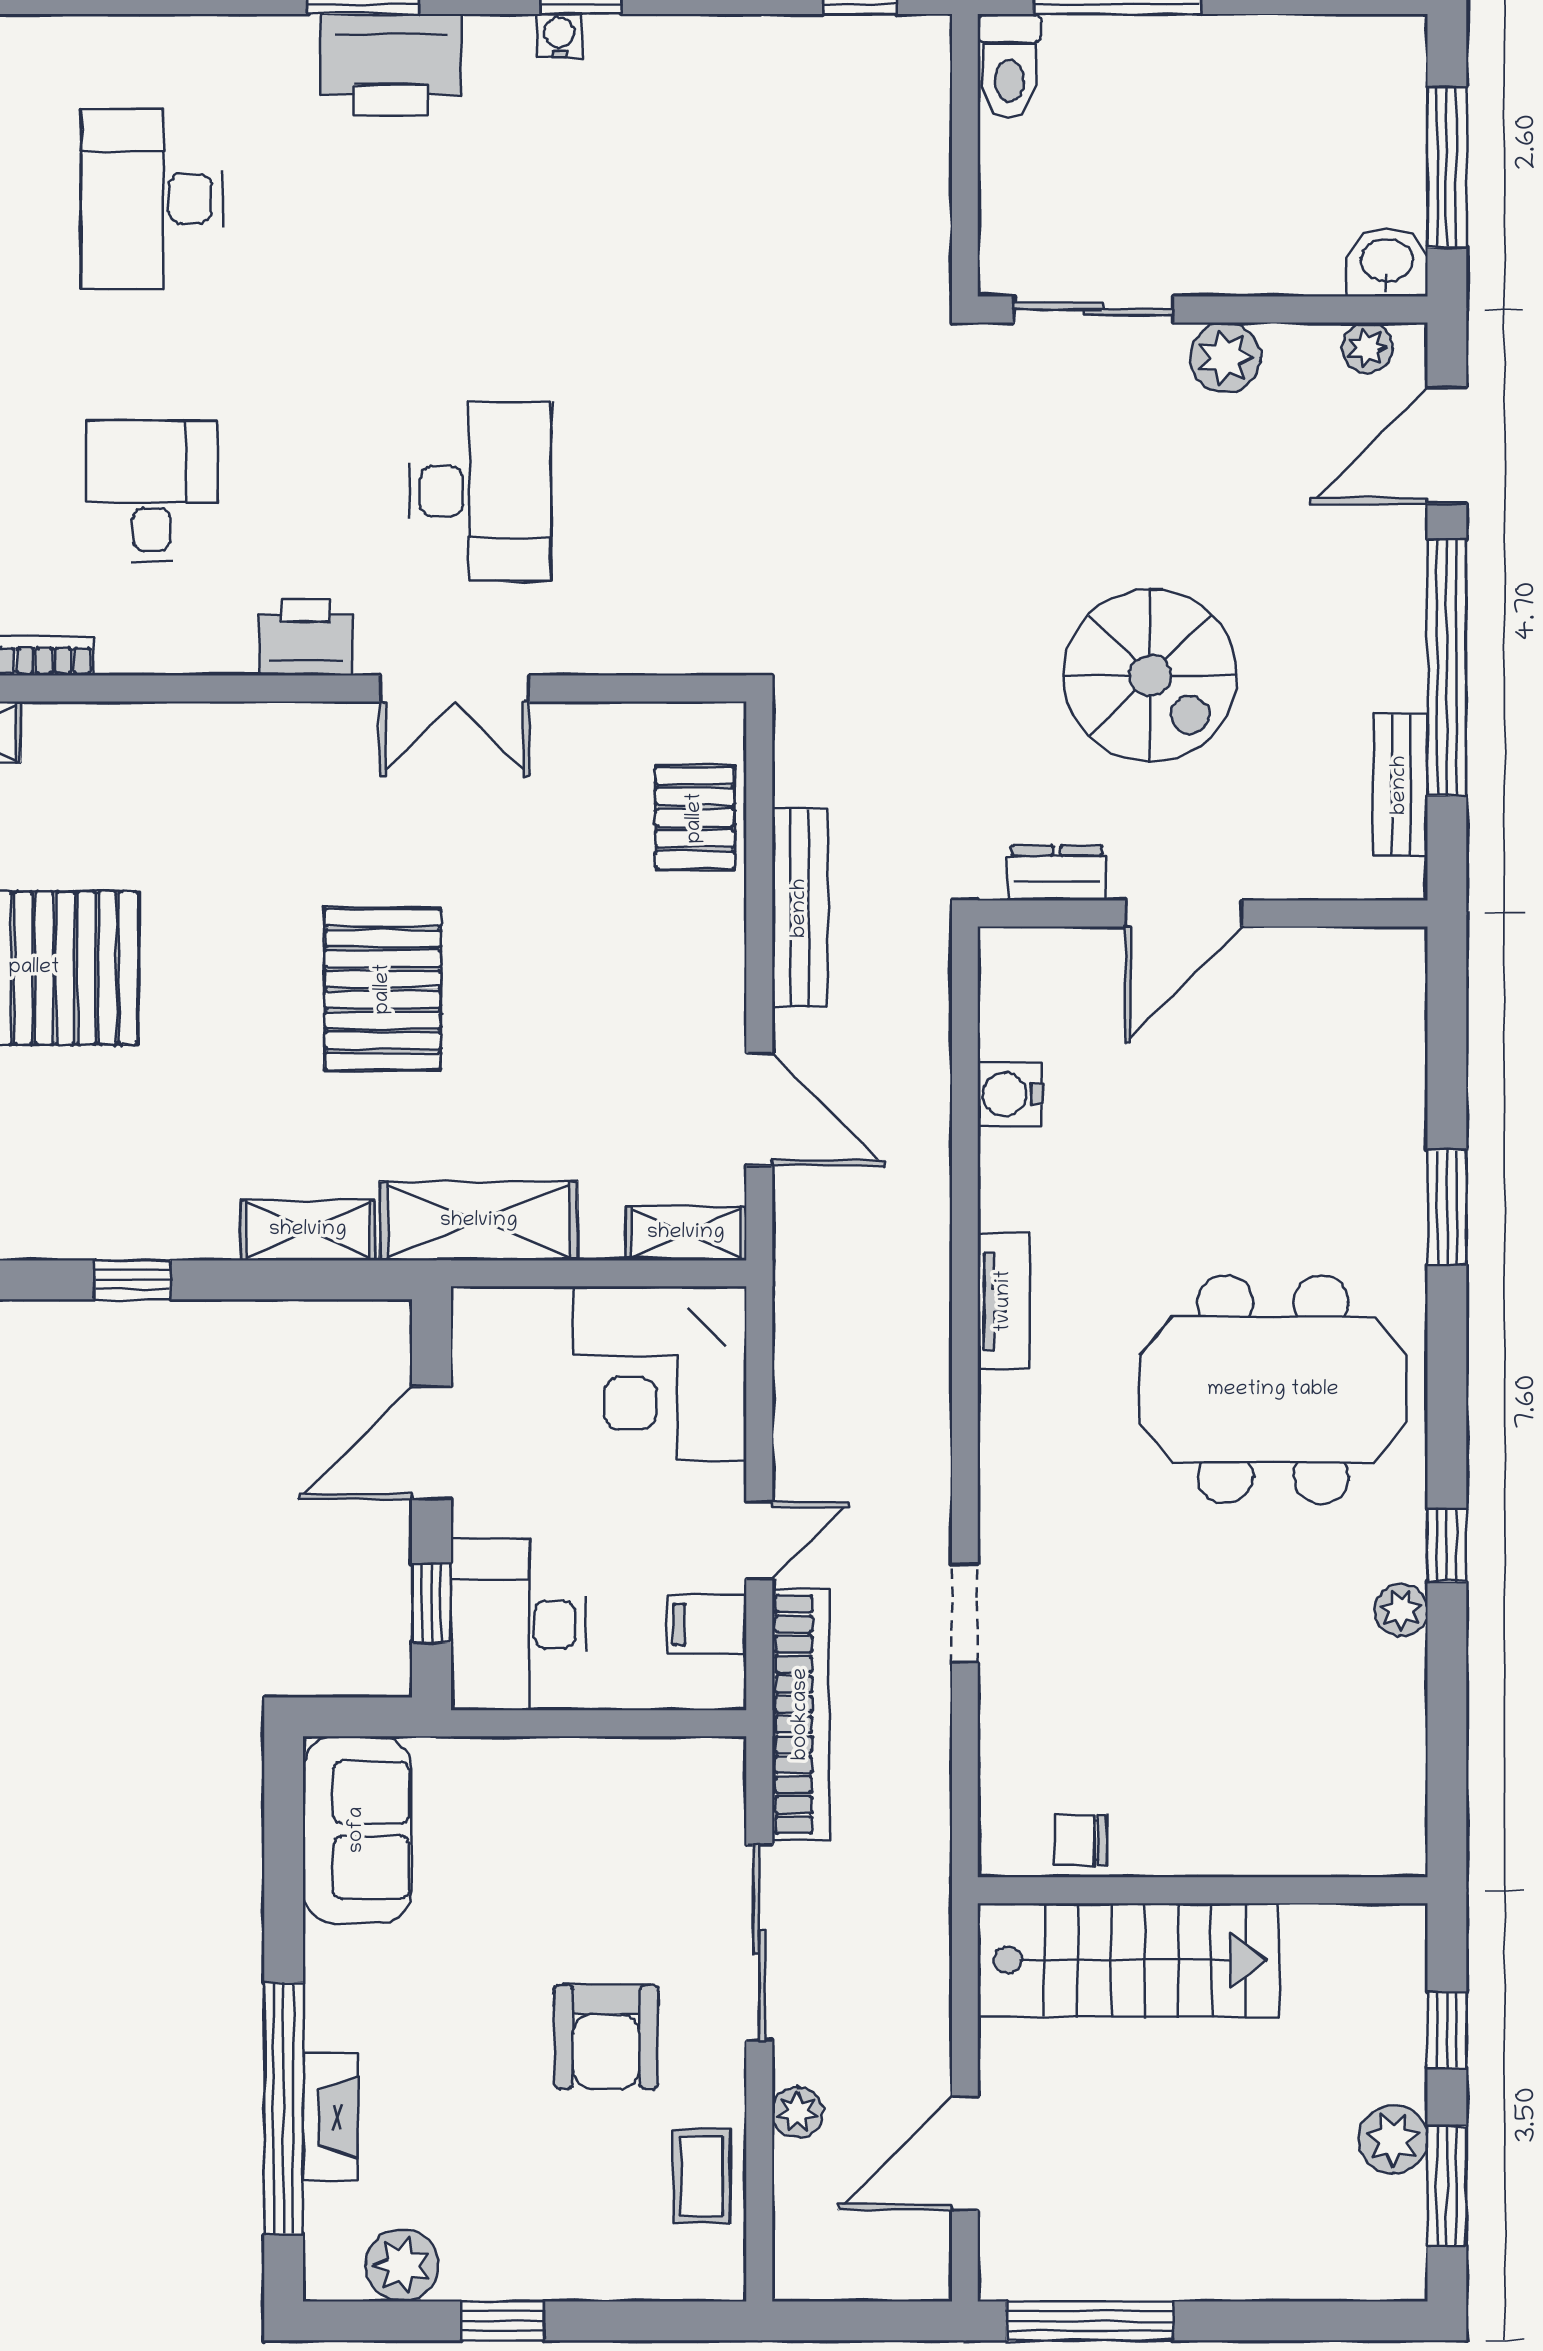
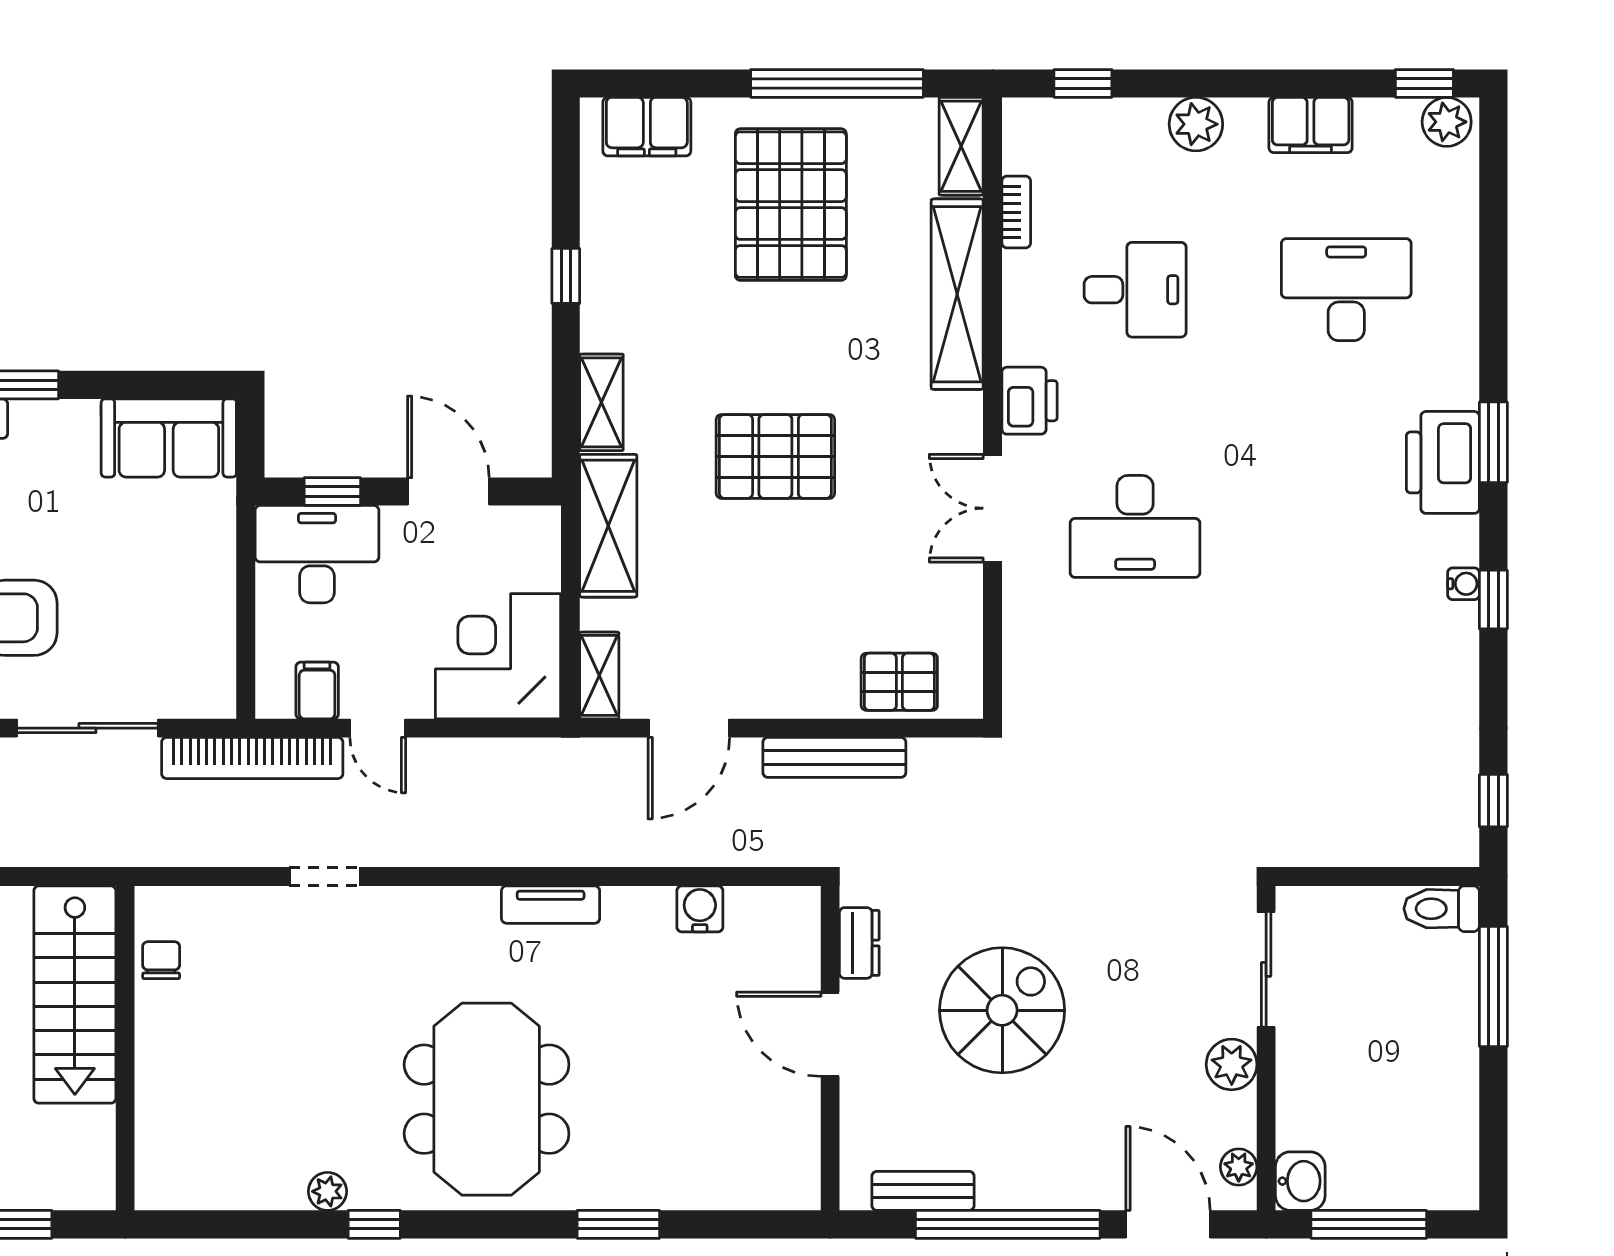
spiral stairs: (1150, 675) -> (1002, 1010), turned 180
shelving: (158, 737) -> (957, 294), added

